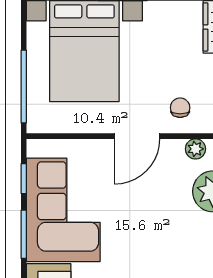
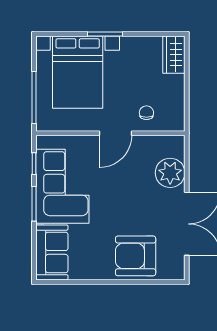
plant: (195, 149) -> (157, 142), removed

